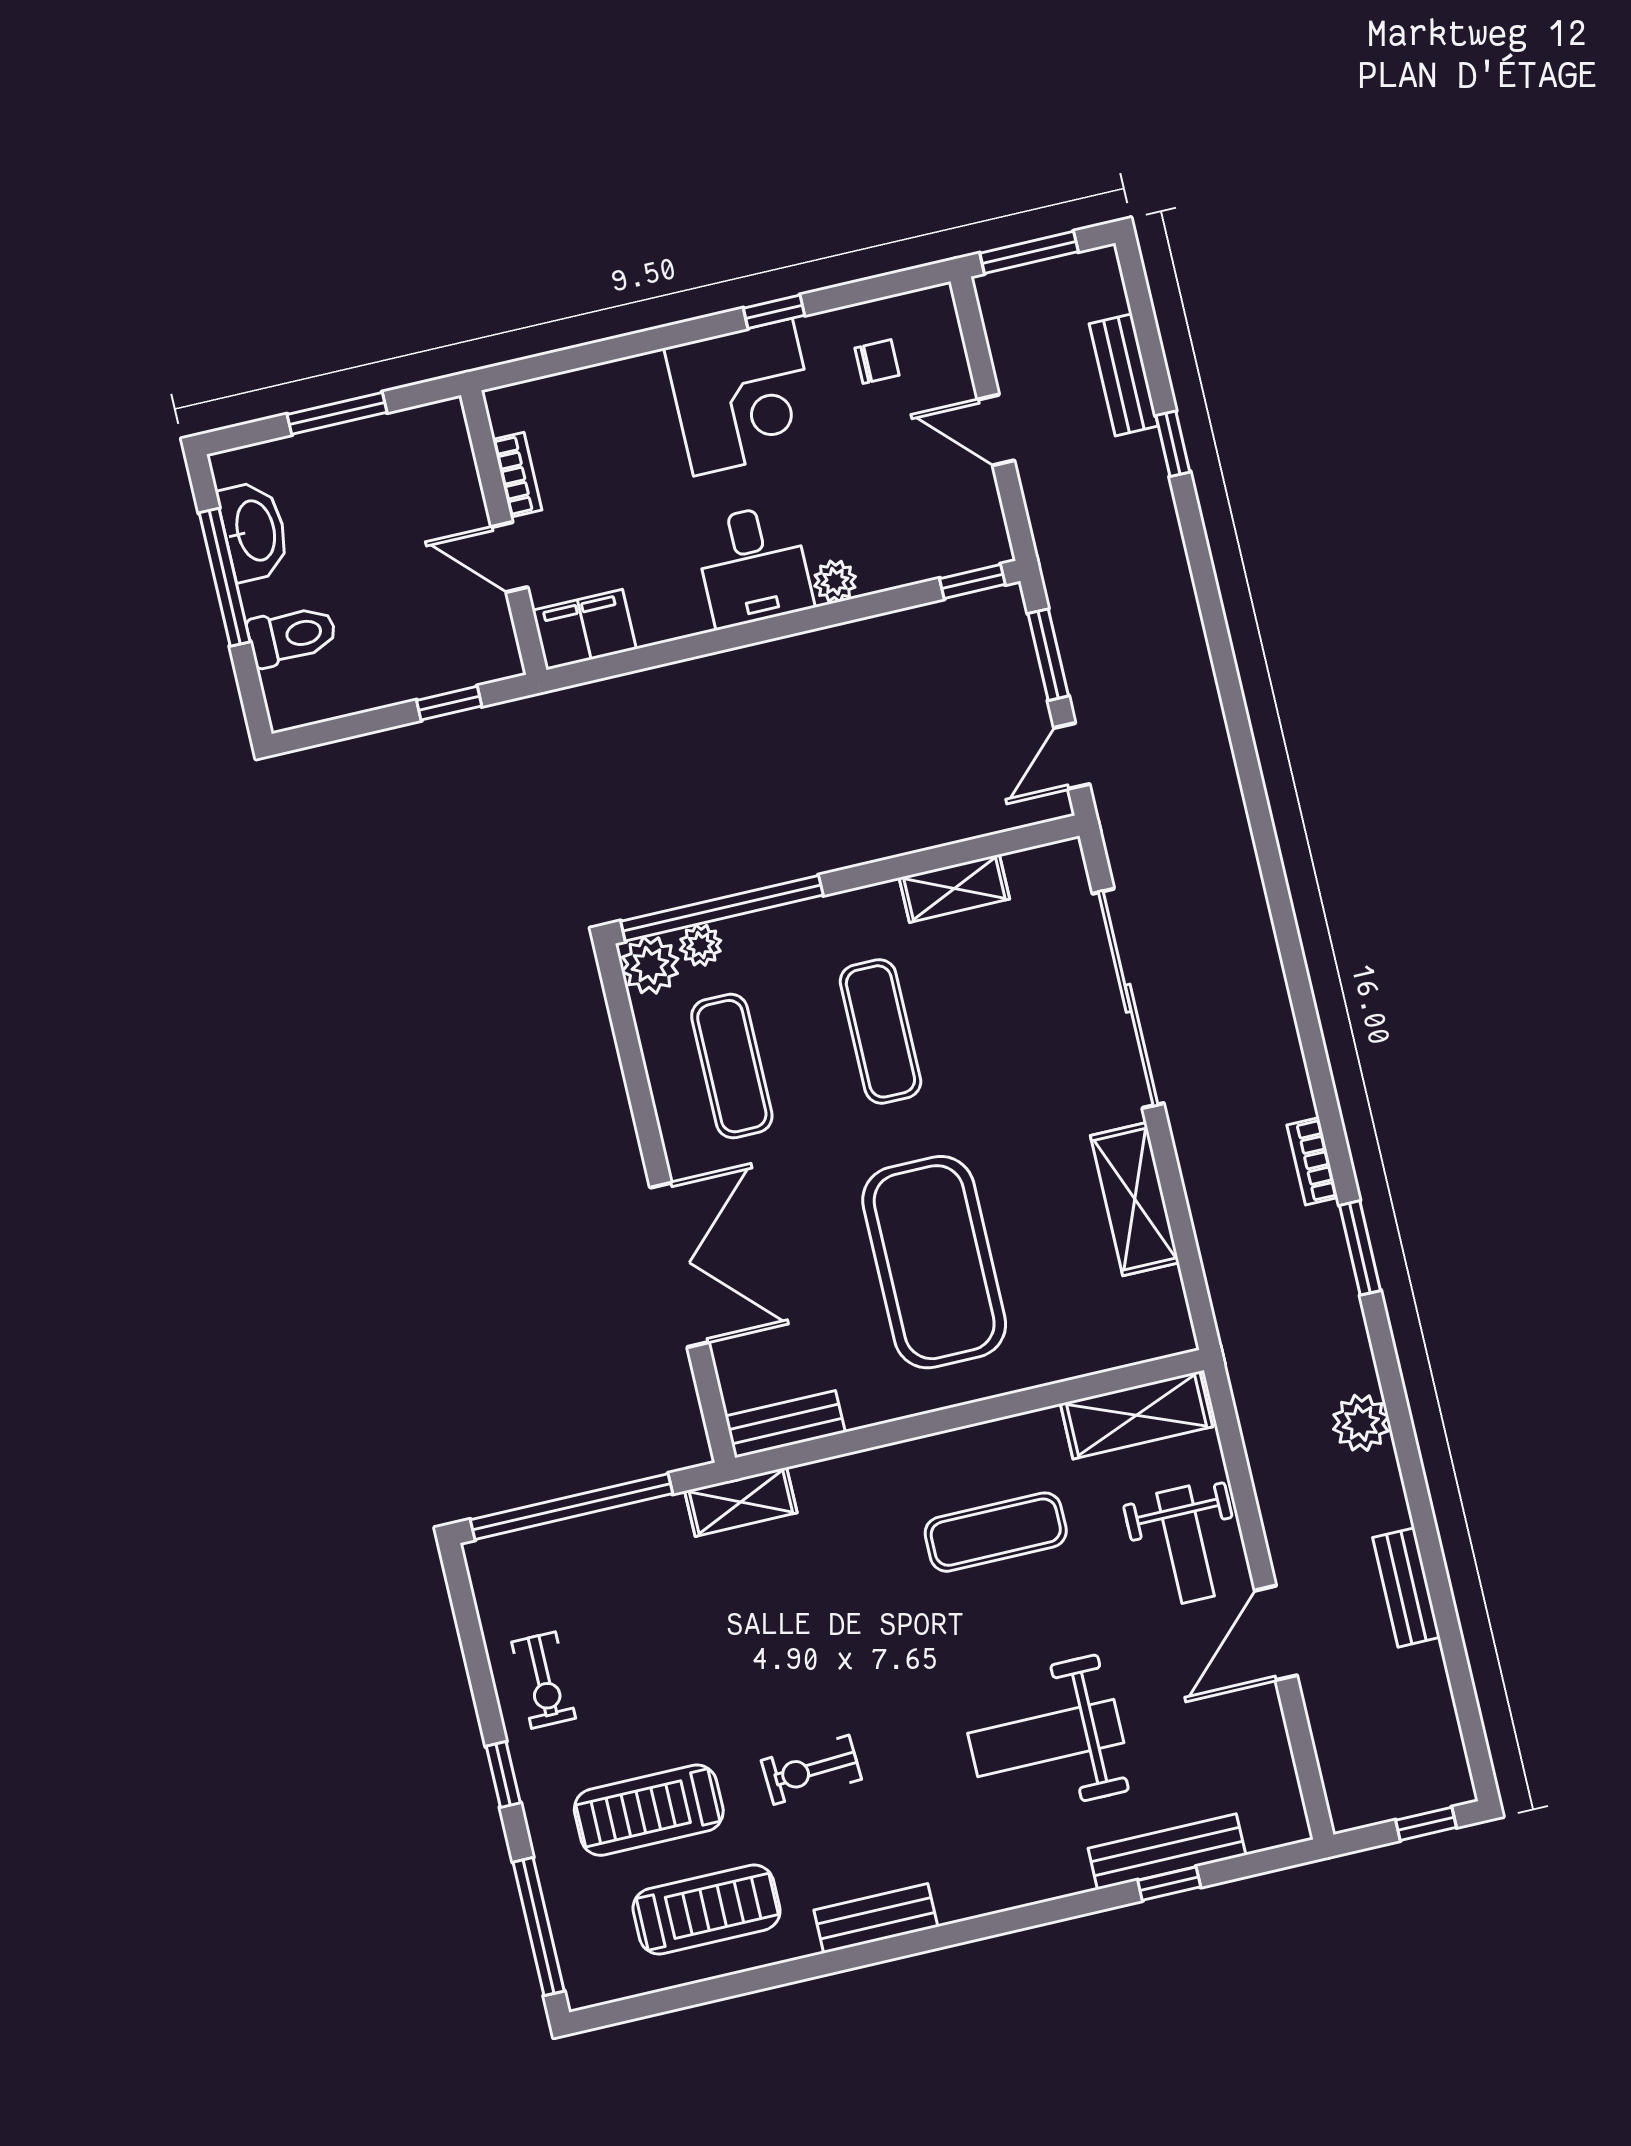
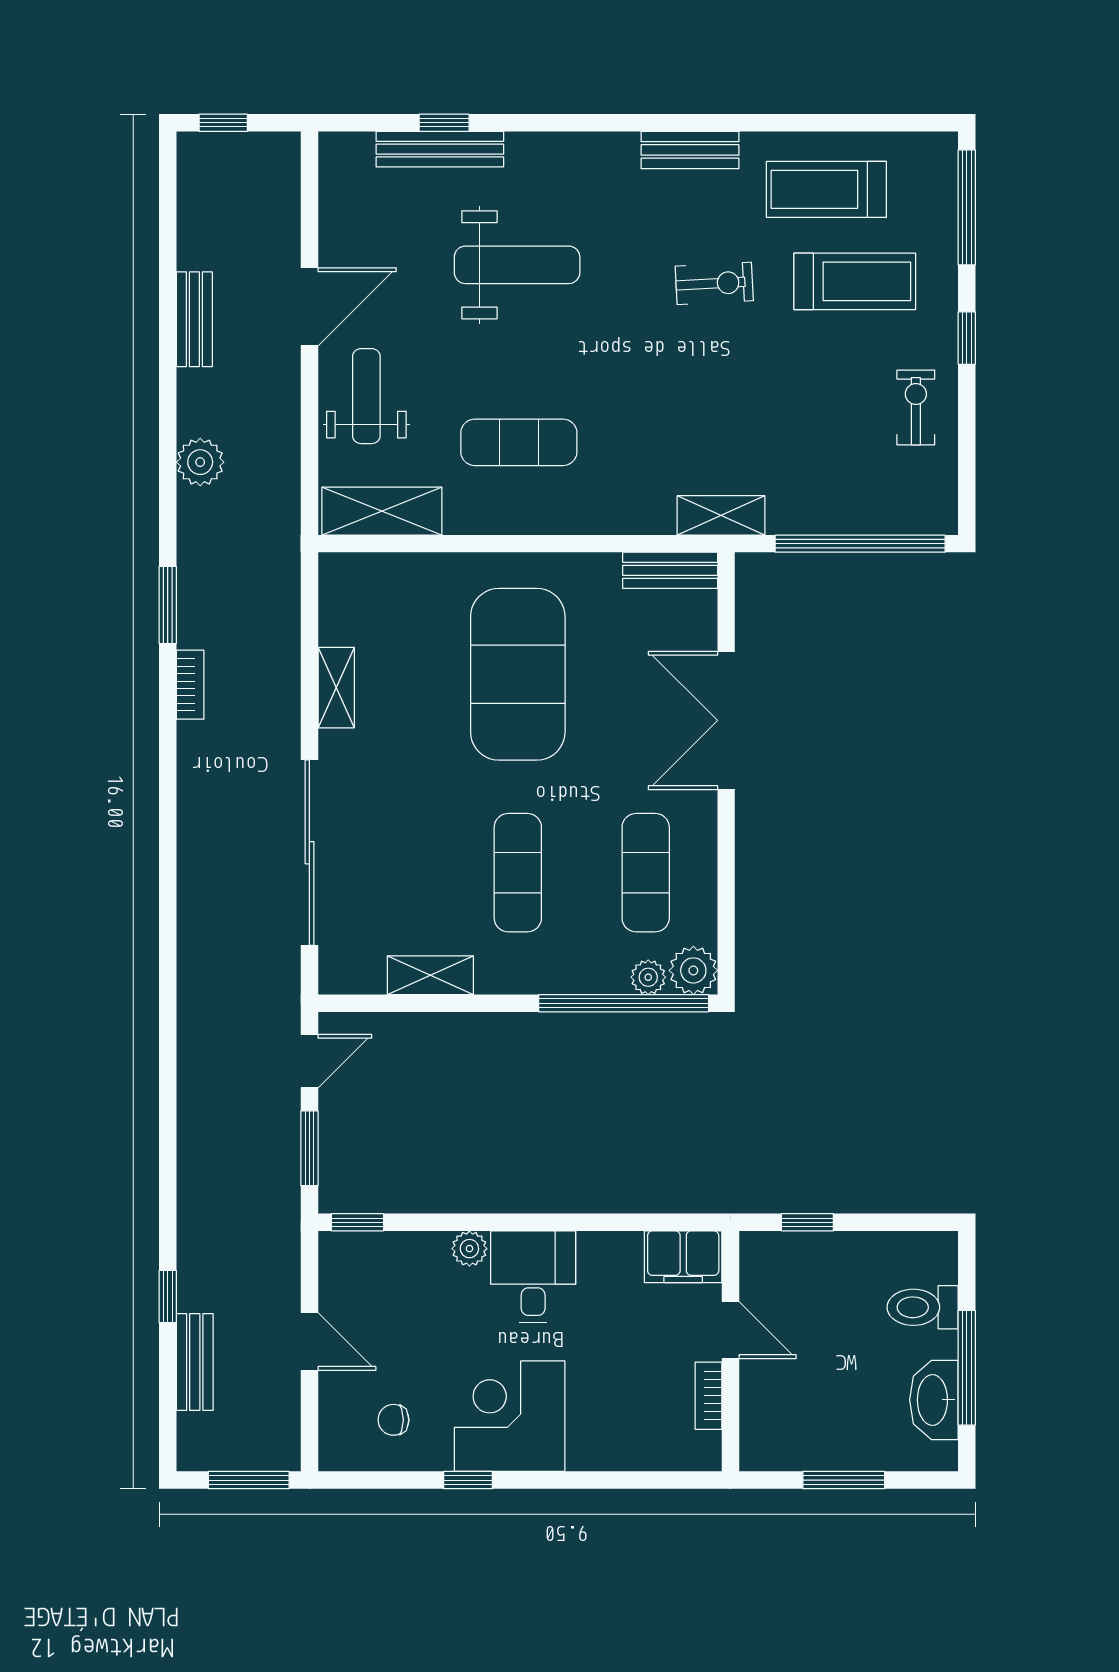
shelving: (1135, 1199) -> (336, 688), width x0.67, depth x0.75

